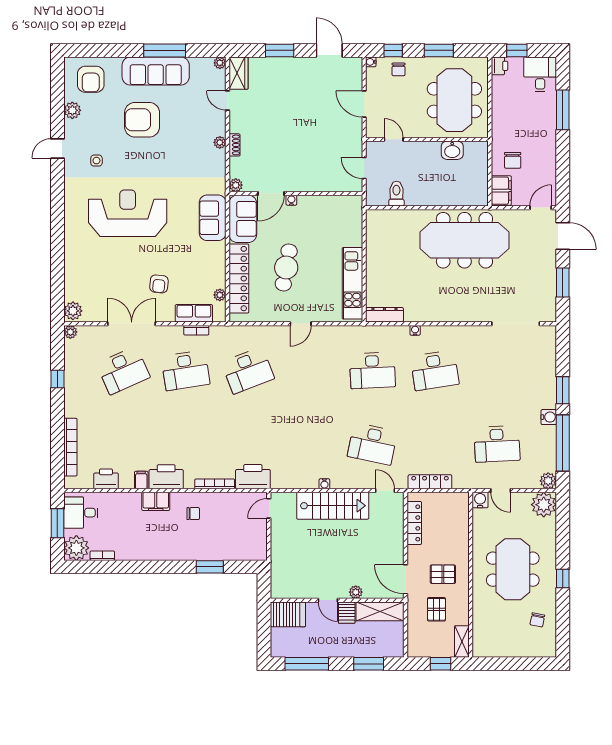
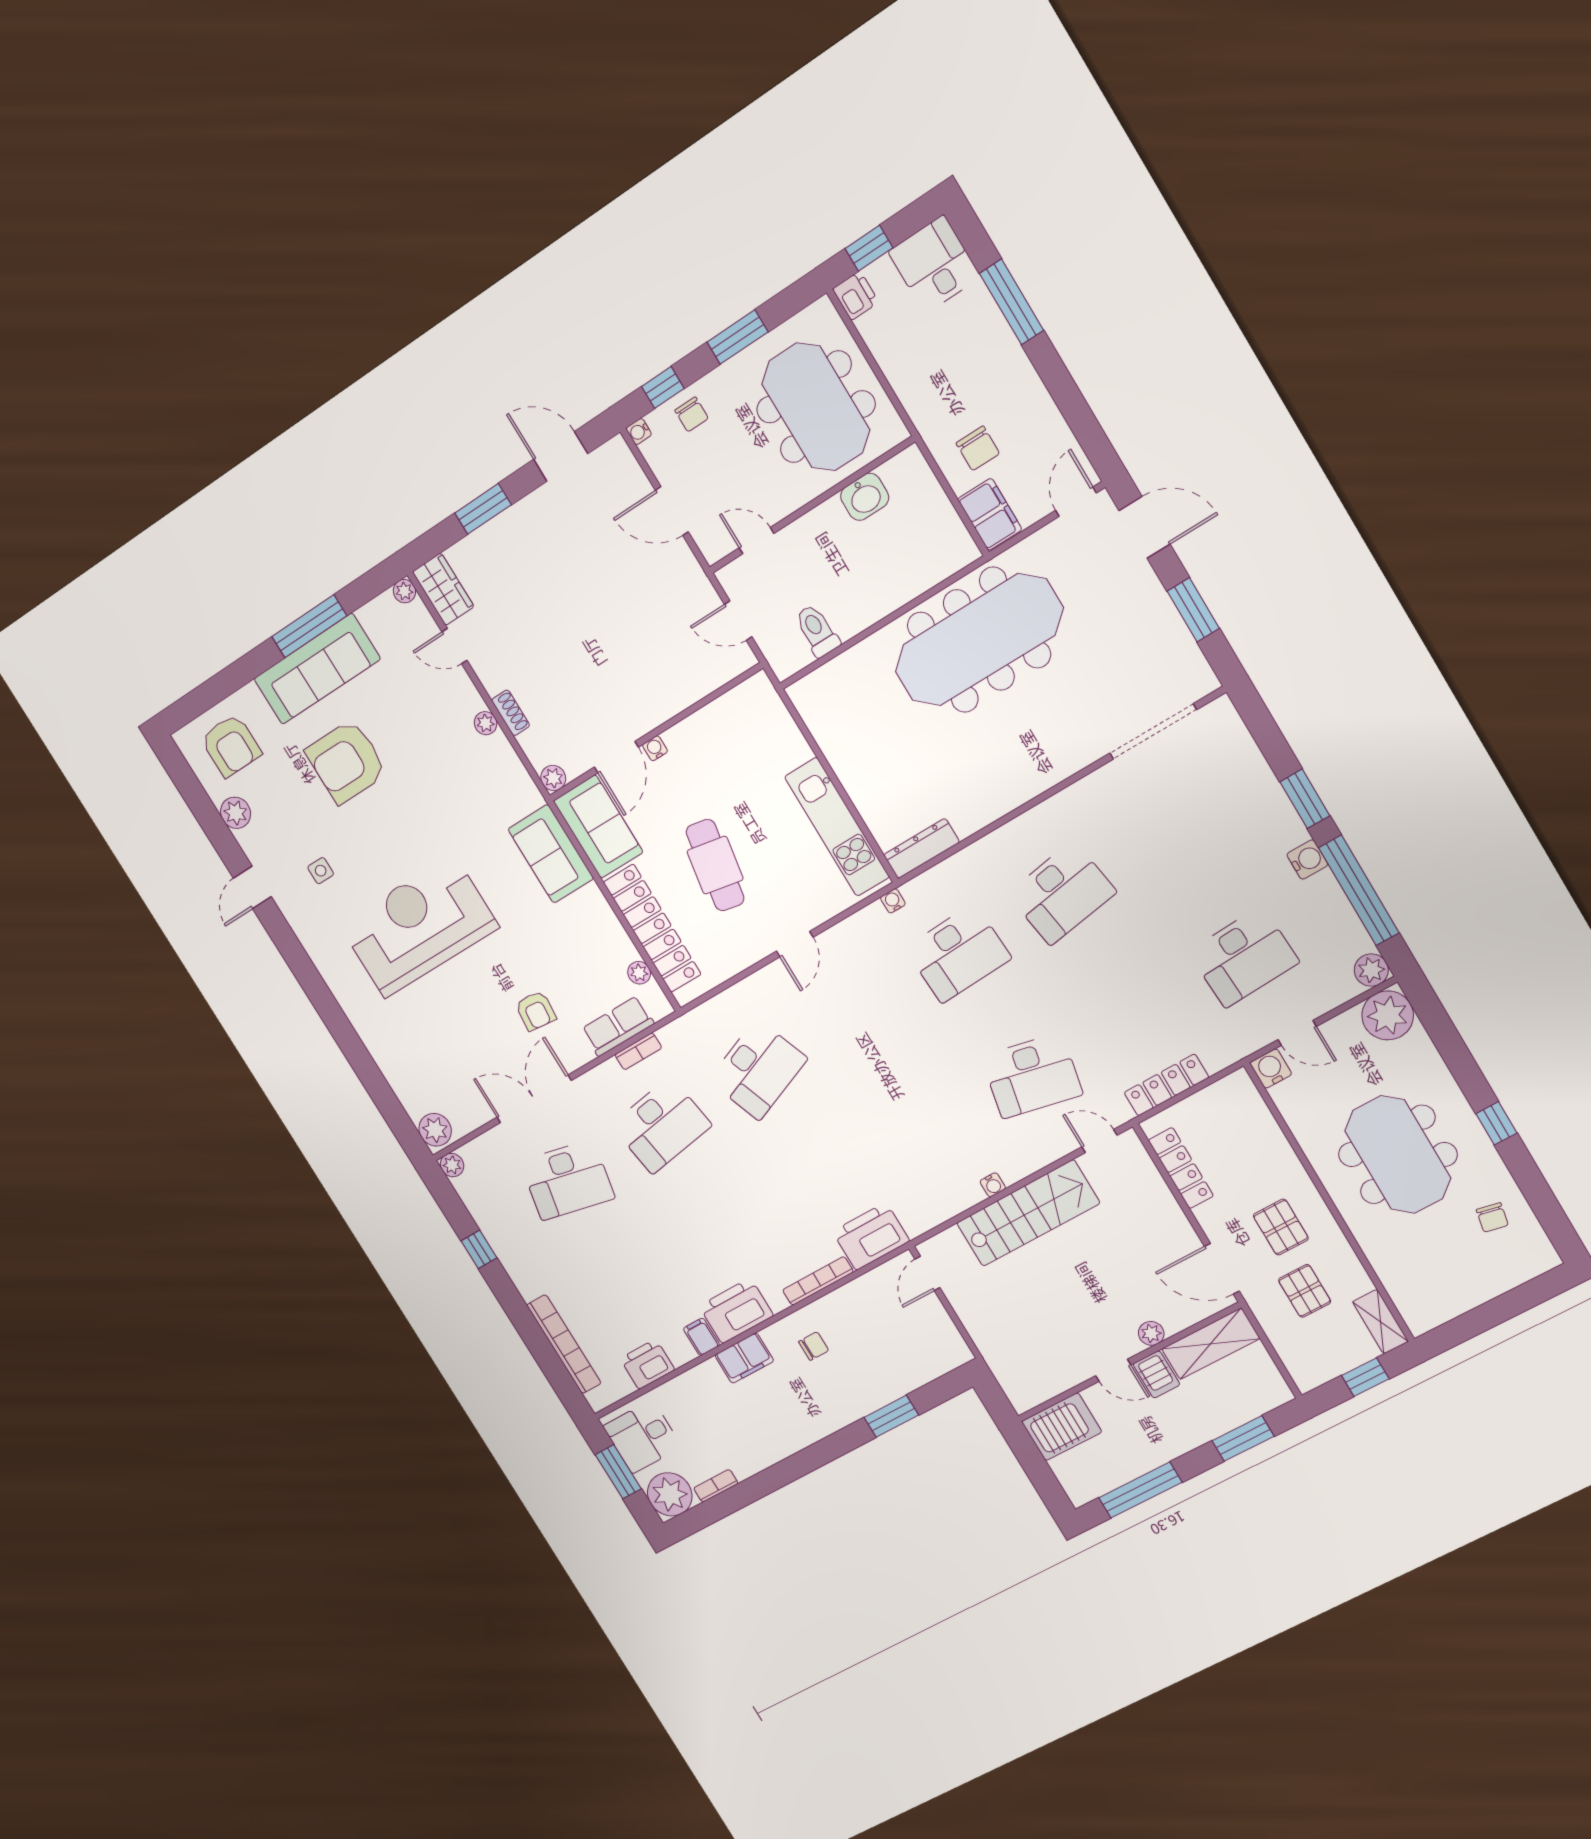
water cooler: (415, 330) -> (893, 901), moved
desk: (123, 370) -> (567, 1180), turned 36
pallet: (443, 574) -> (1281, 1227), turned 90

